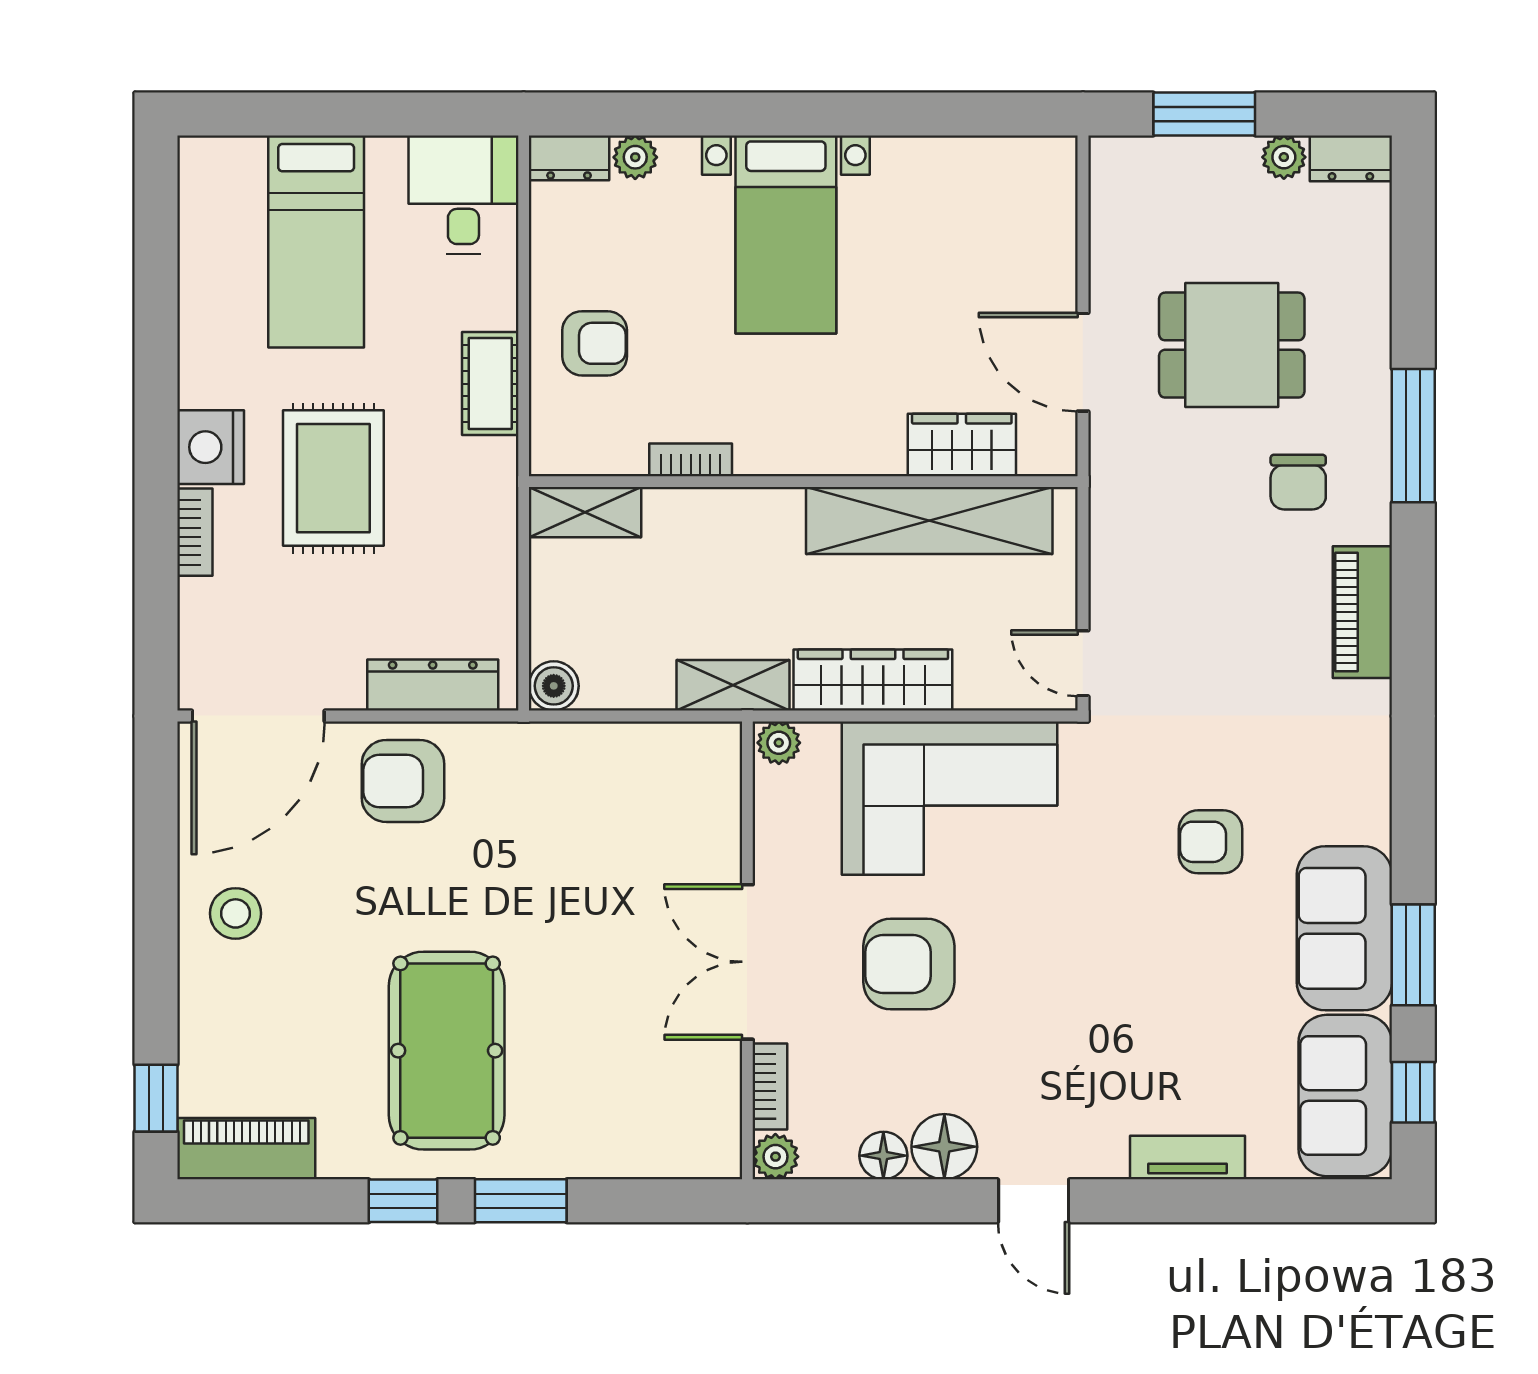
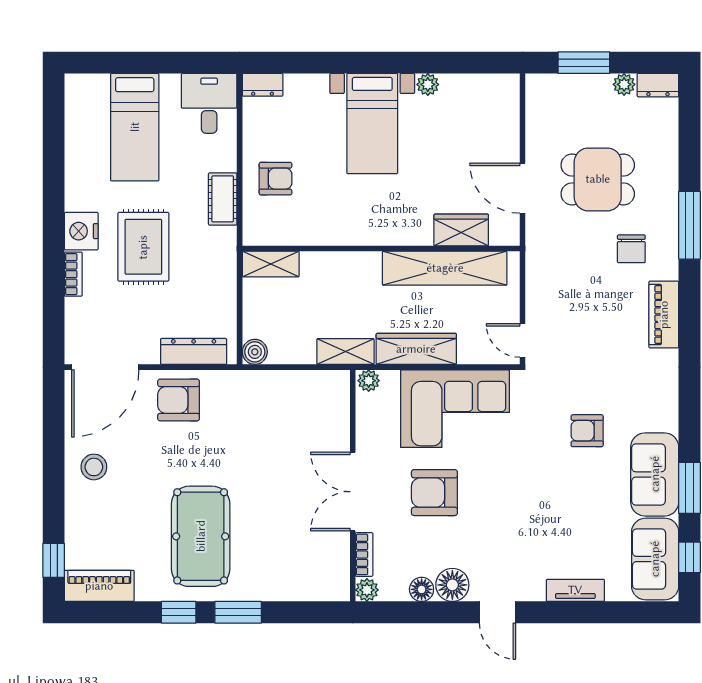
plant: (635, 157) -> (428, 84), moved
bookcase: (691, 460) -> (324, 238), removed

